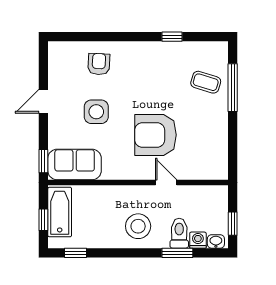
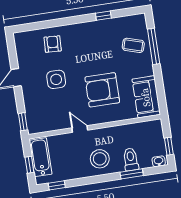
sofa: (75, 164) -> (146, 97), moved, turned -90
door: (166, 183) -> (80, 129), moved
washing machine: (198, 240) -> (145, 162), removed

